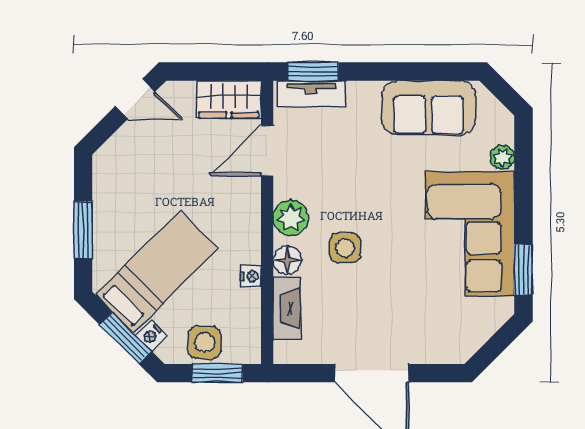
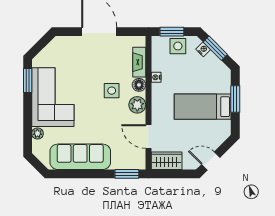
tv unit: (311, 94) -> (128, 163), removed
sofa: (429, 108) -> (80, 157), width x1.36
door: (267, 151) -> (148, 137), swing flipped
bed: (157, 272) -> (203, 107), moved, turned 45

